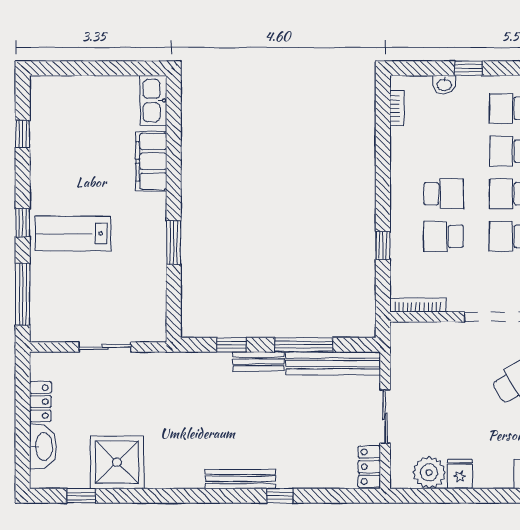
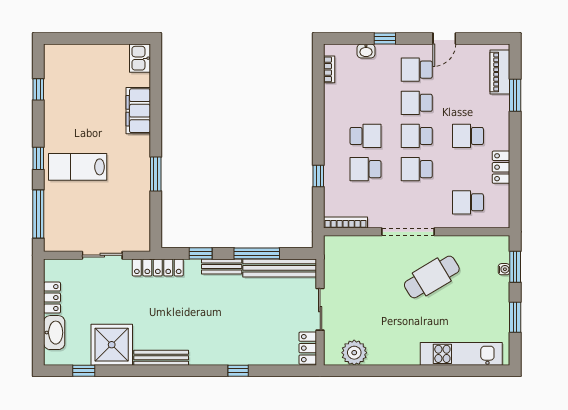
kitchen sink: (153, 101) -> (140, 58), width x0.73
locker: (176, 363) -> (158, 267), added
fridge: (460, 474) -> (378, 354), removed
bench: (240, 479) -> (161, 358), moved

